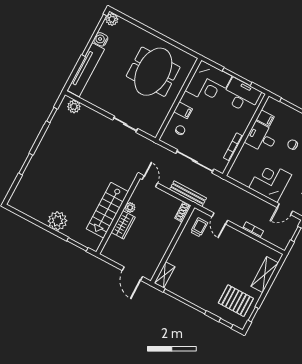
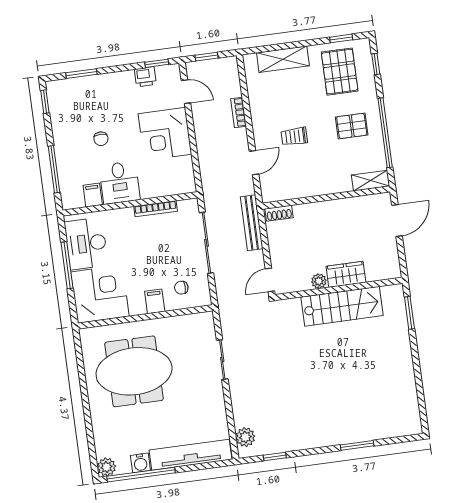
plant: (58, 221) -> (398, 357), removed
trolley: (199, 227) -> (294, 136), moved
pallet: (202, 286) -> (352, 126), added

